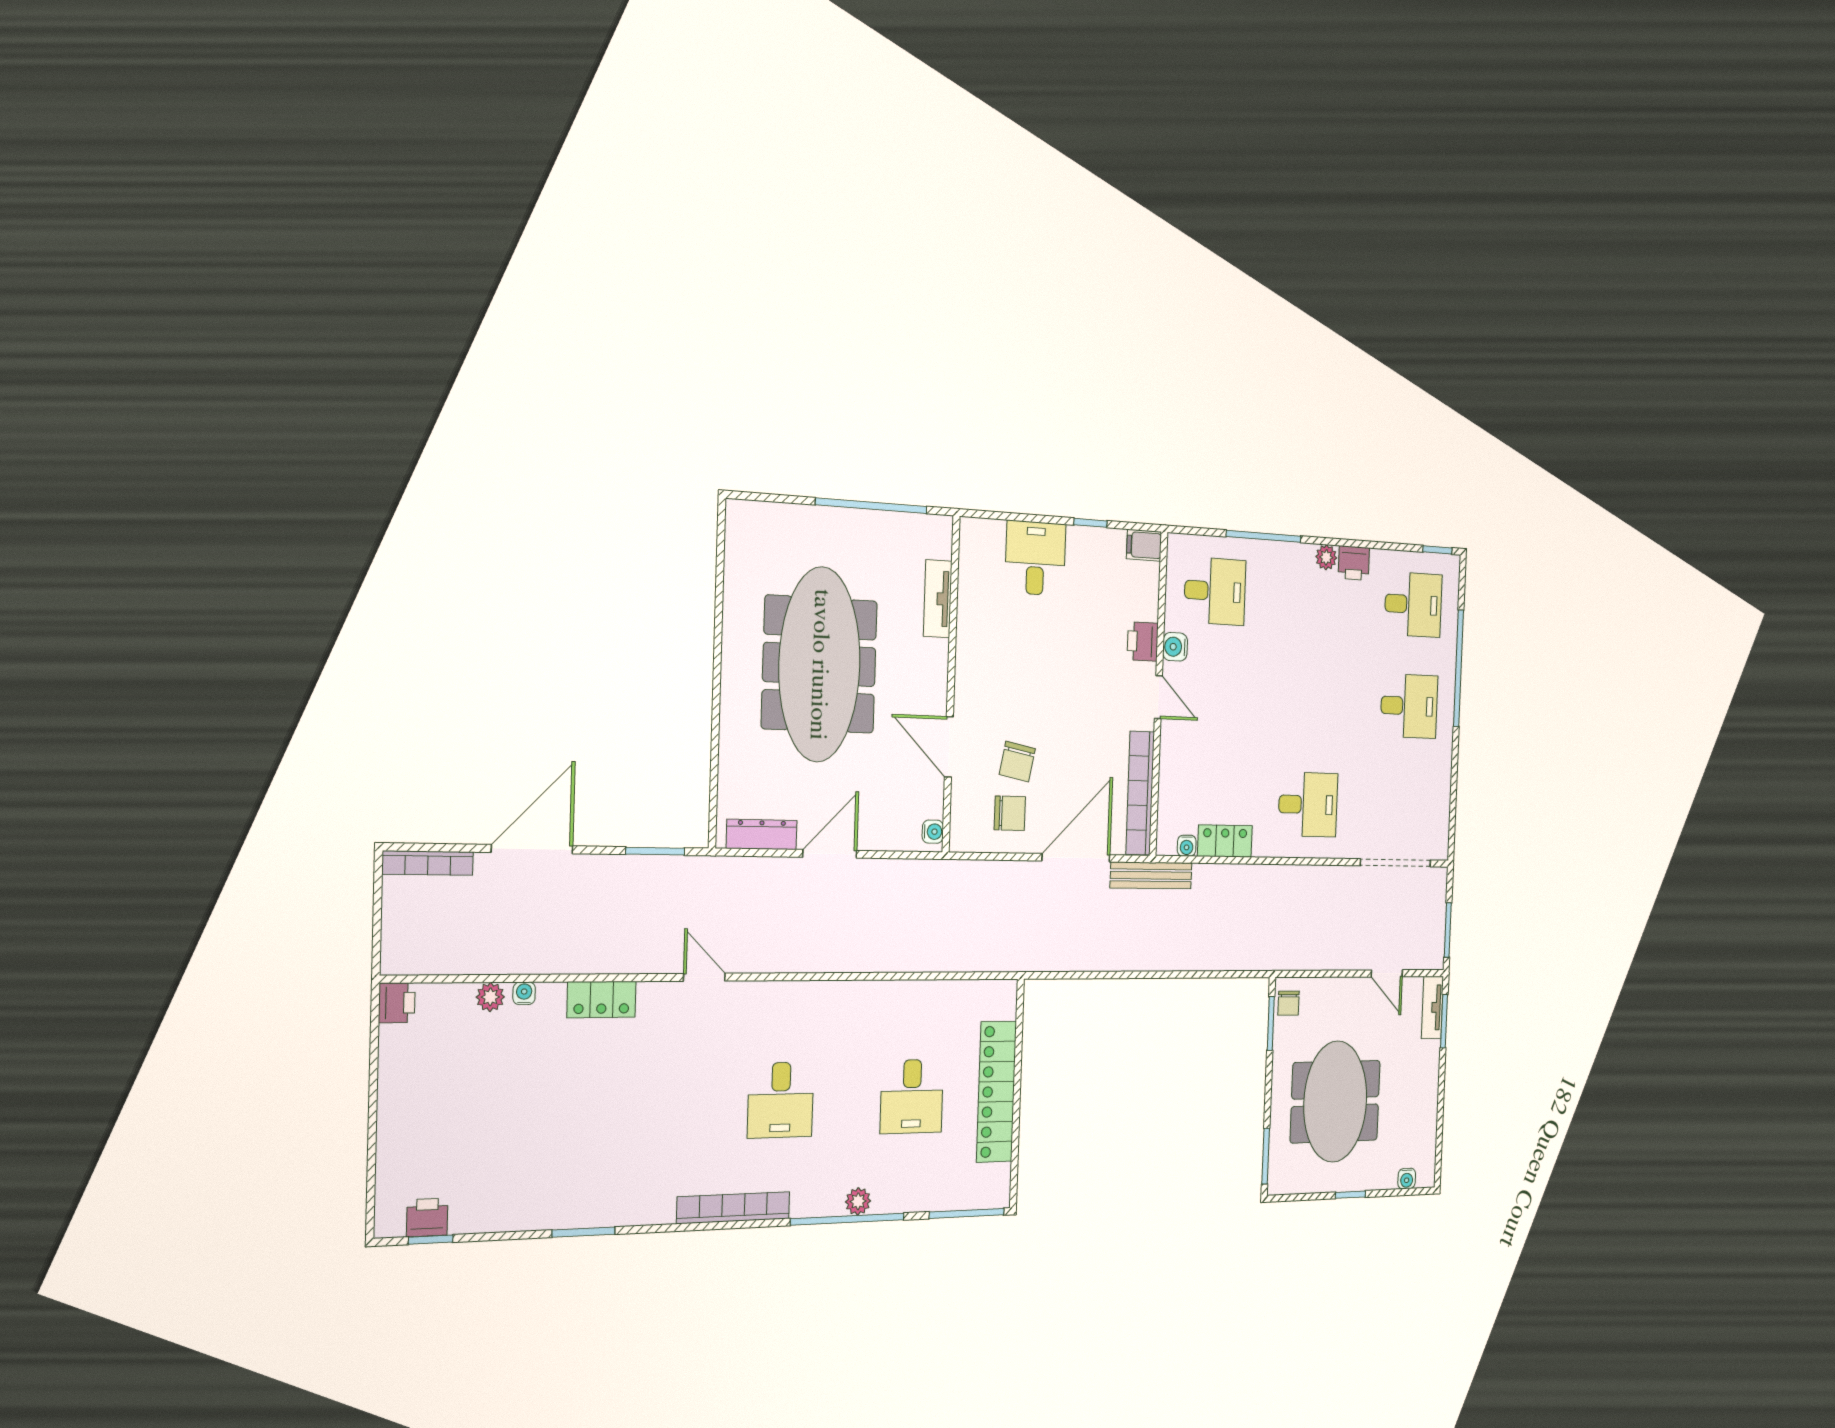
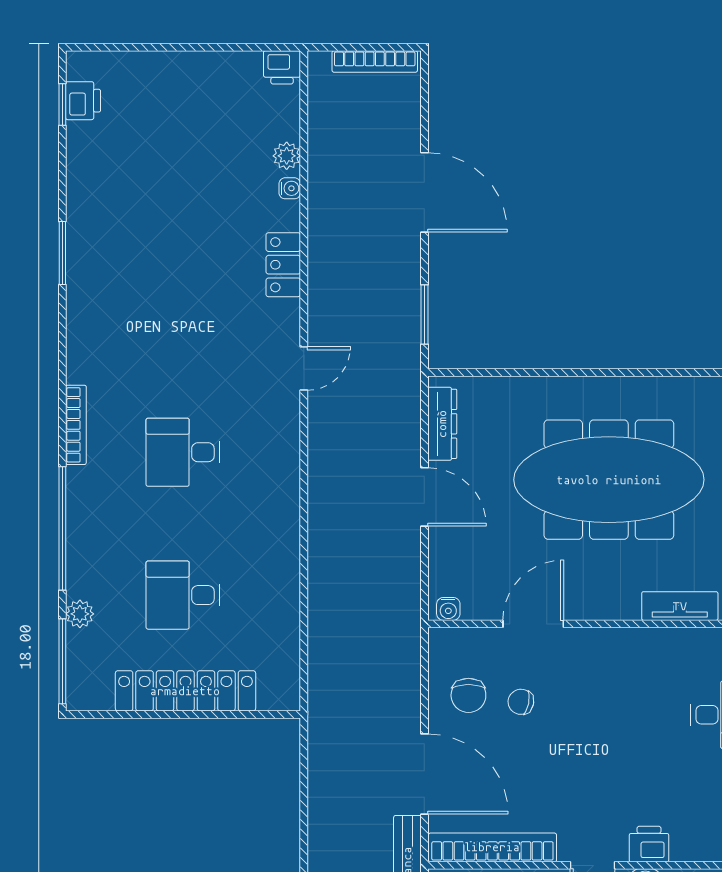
chair: (1017, 762) -> (521, 702), width x0.73, depth x0.73
bookcase: (428, 863) -> (375, 61), moved, turned -90
plant: (858, 1201) -> (80, 614), moved
bookcase: (733, 1208) -> (76, 425), width x0.68, depth x0.76

